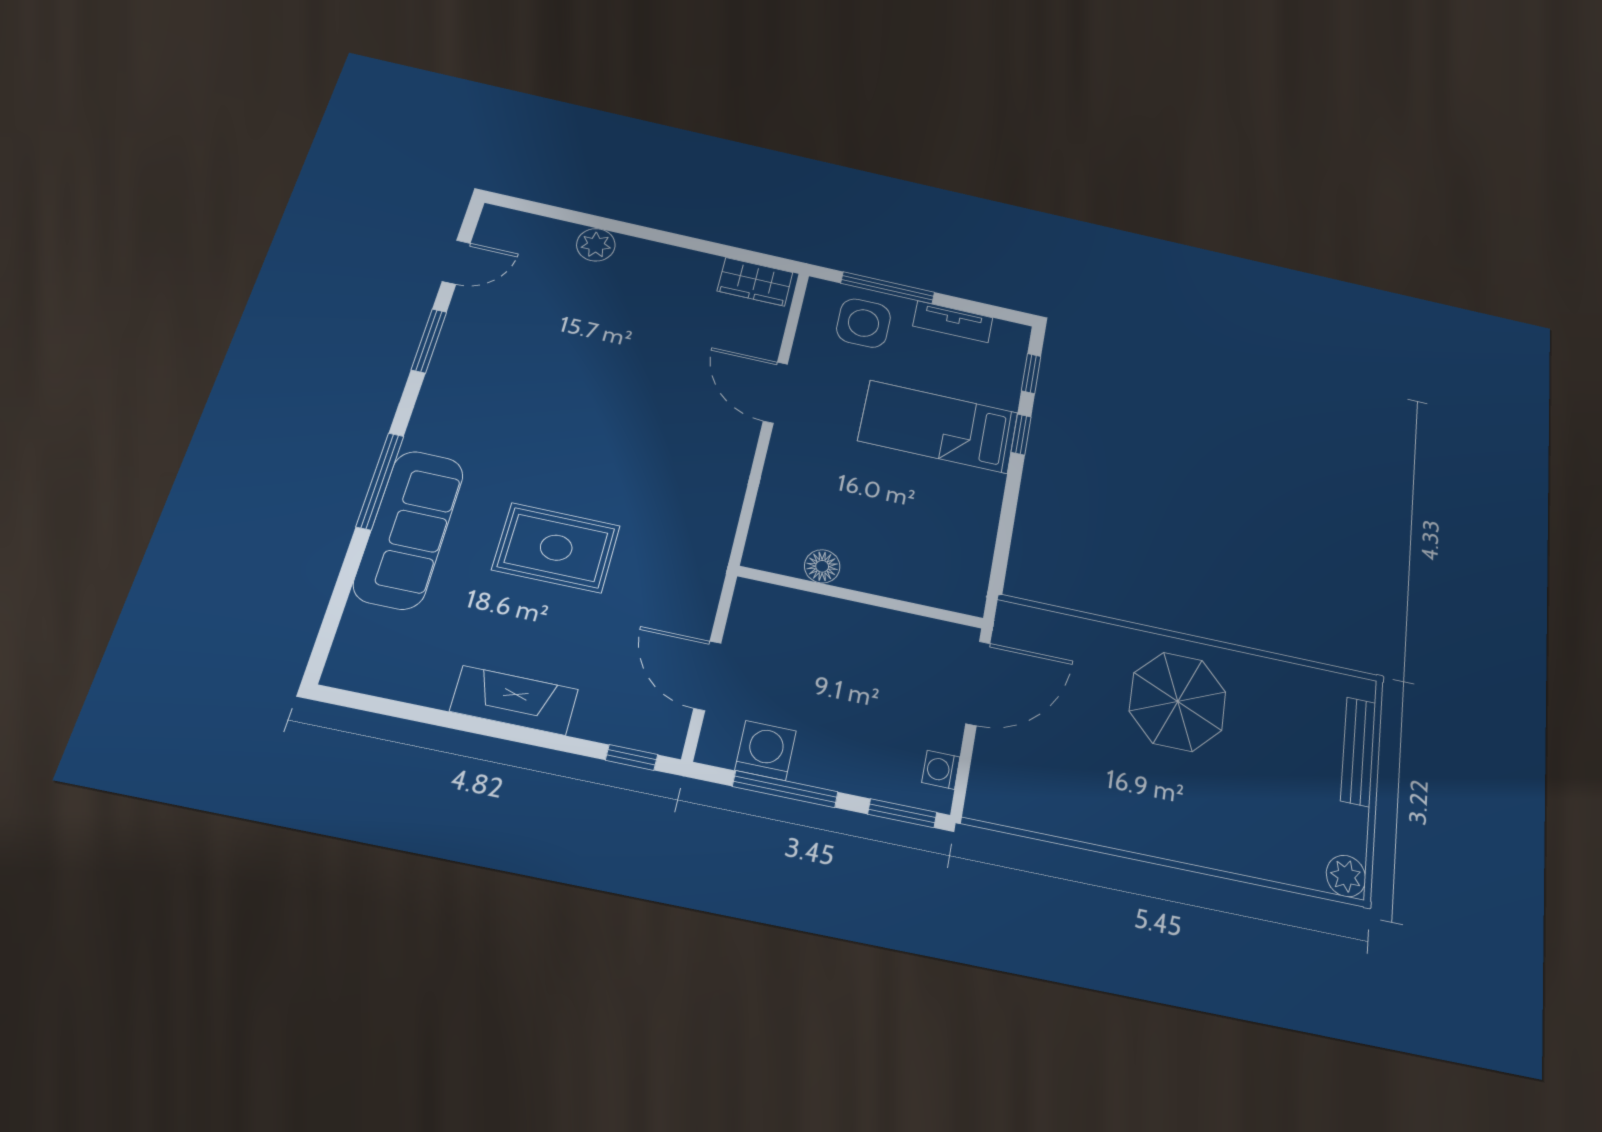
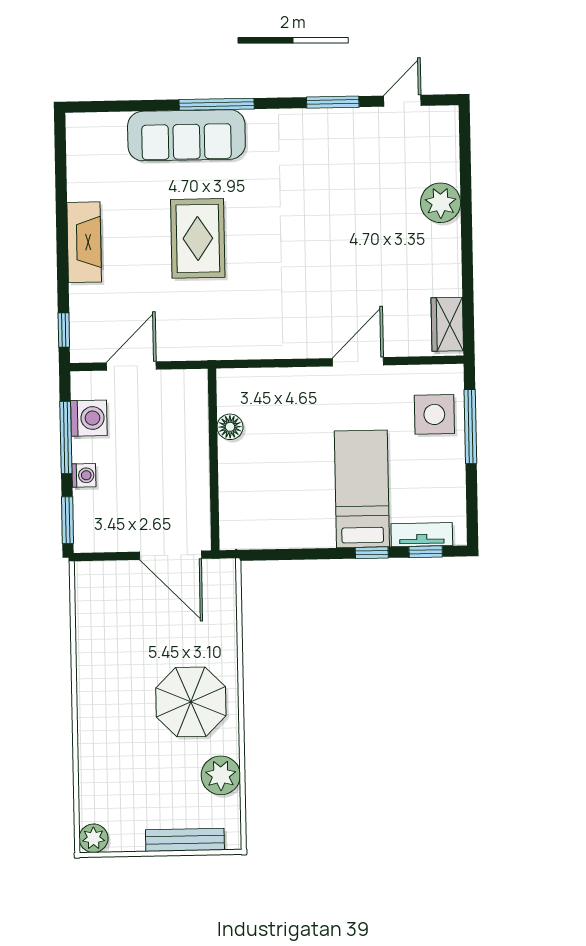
plant: (596, 245) -> (441, 203), width x1.36, depth x1.36
door: (456, 262) -> (402, 101), swing flipped
tv unit: (953, 322) -> (422, 535), moved, turned 90
plant: (1279, 685) -> (221, 775), added
washing machine: (941, 770) -> (84, 475), moved, turned 90

